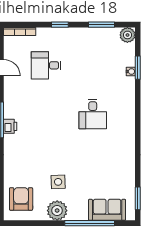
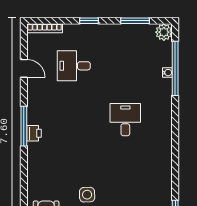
window: (138, 68) -> (175, 68), width x2.11
desk: (93, 114) -> (125, 120), turned 180

